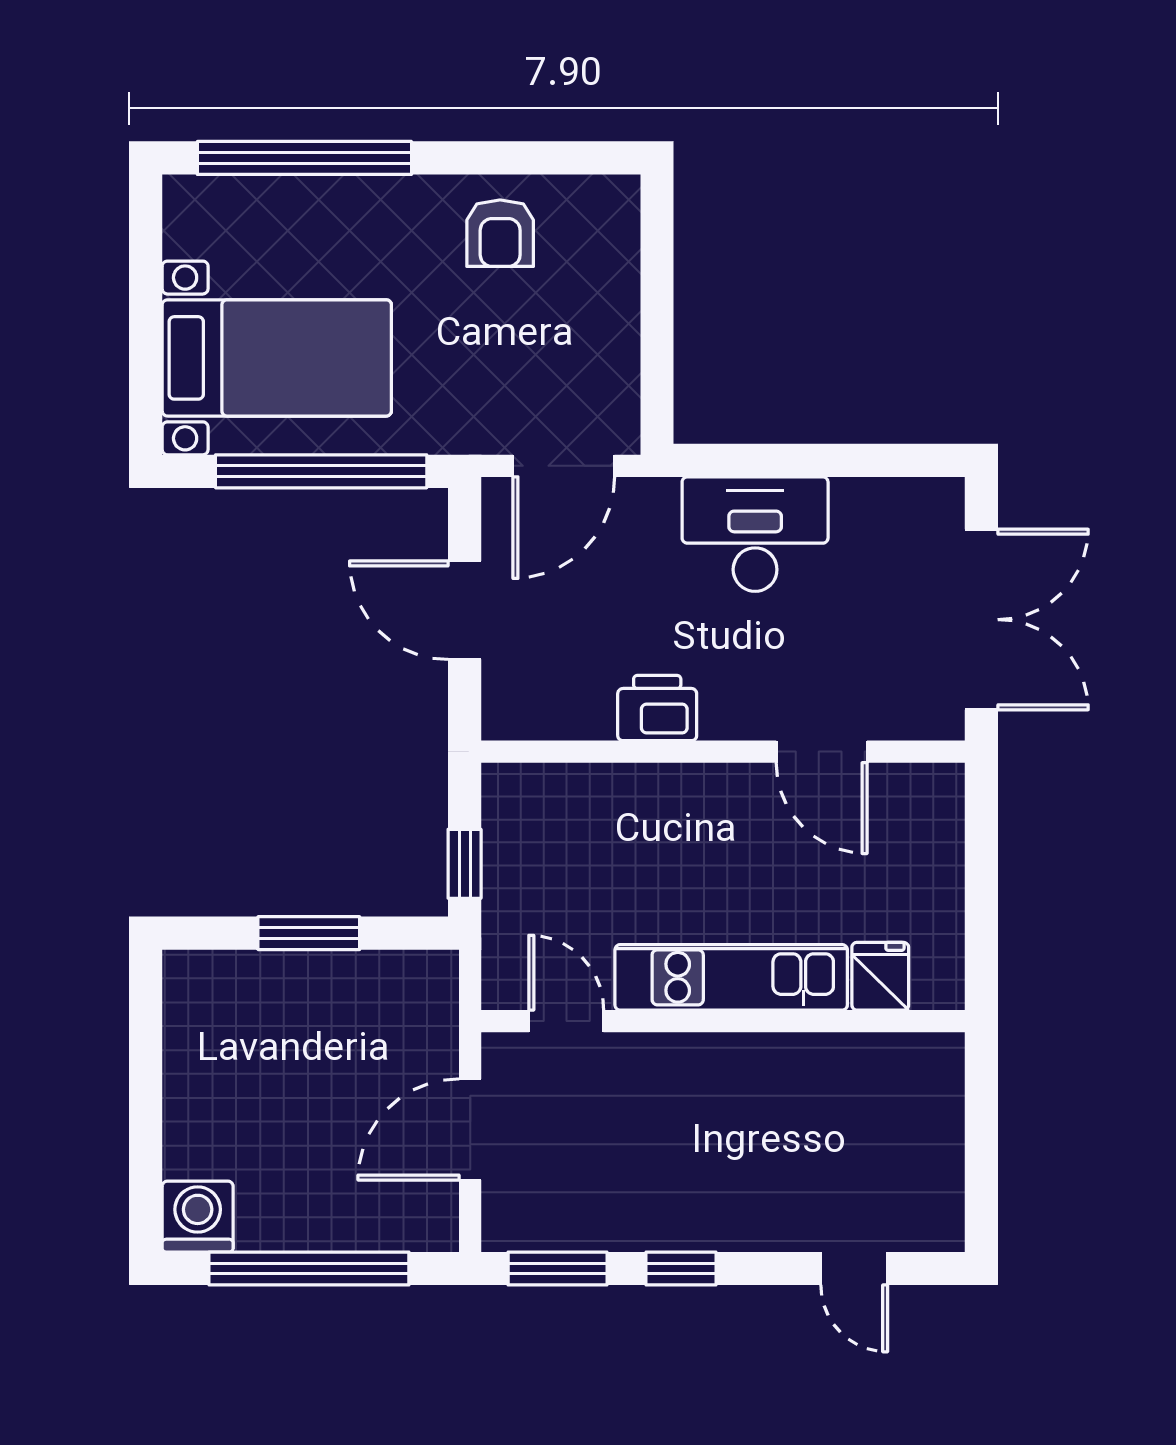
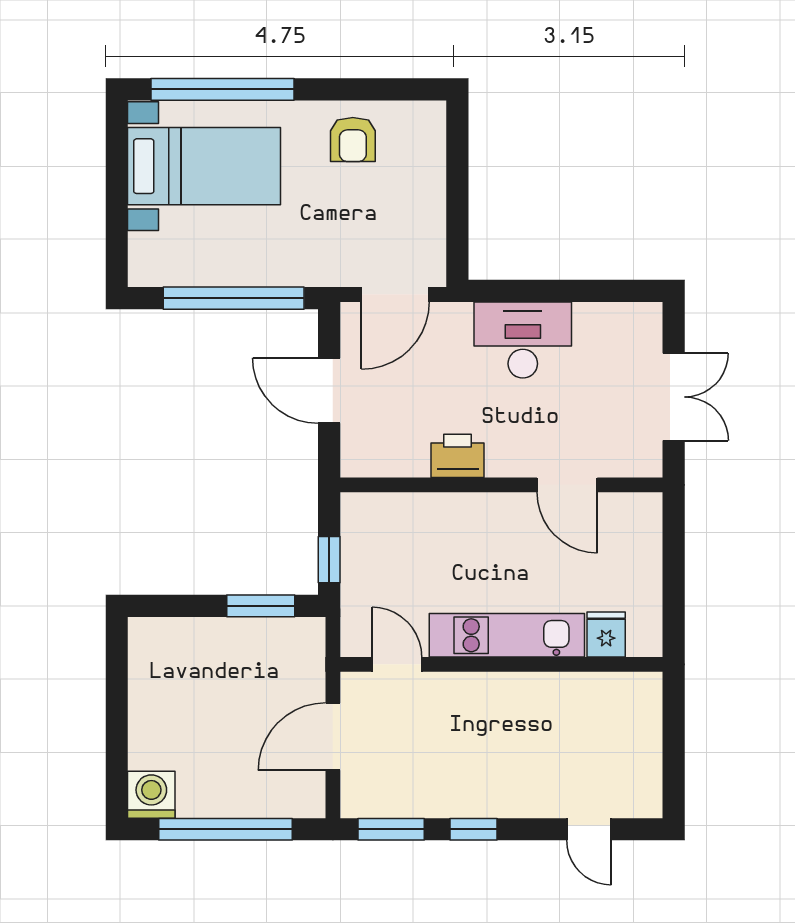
bed with nightstands: (277, 358) -> (204, 166), moved
double door: (981, 620) -> (674, 397), width x0.73
window: (309, 933) -> (261, 606), moved

